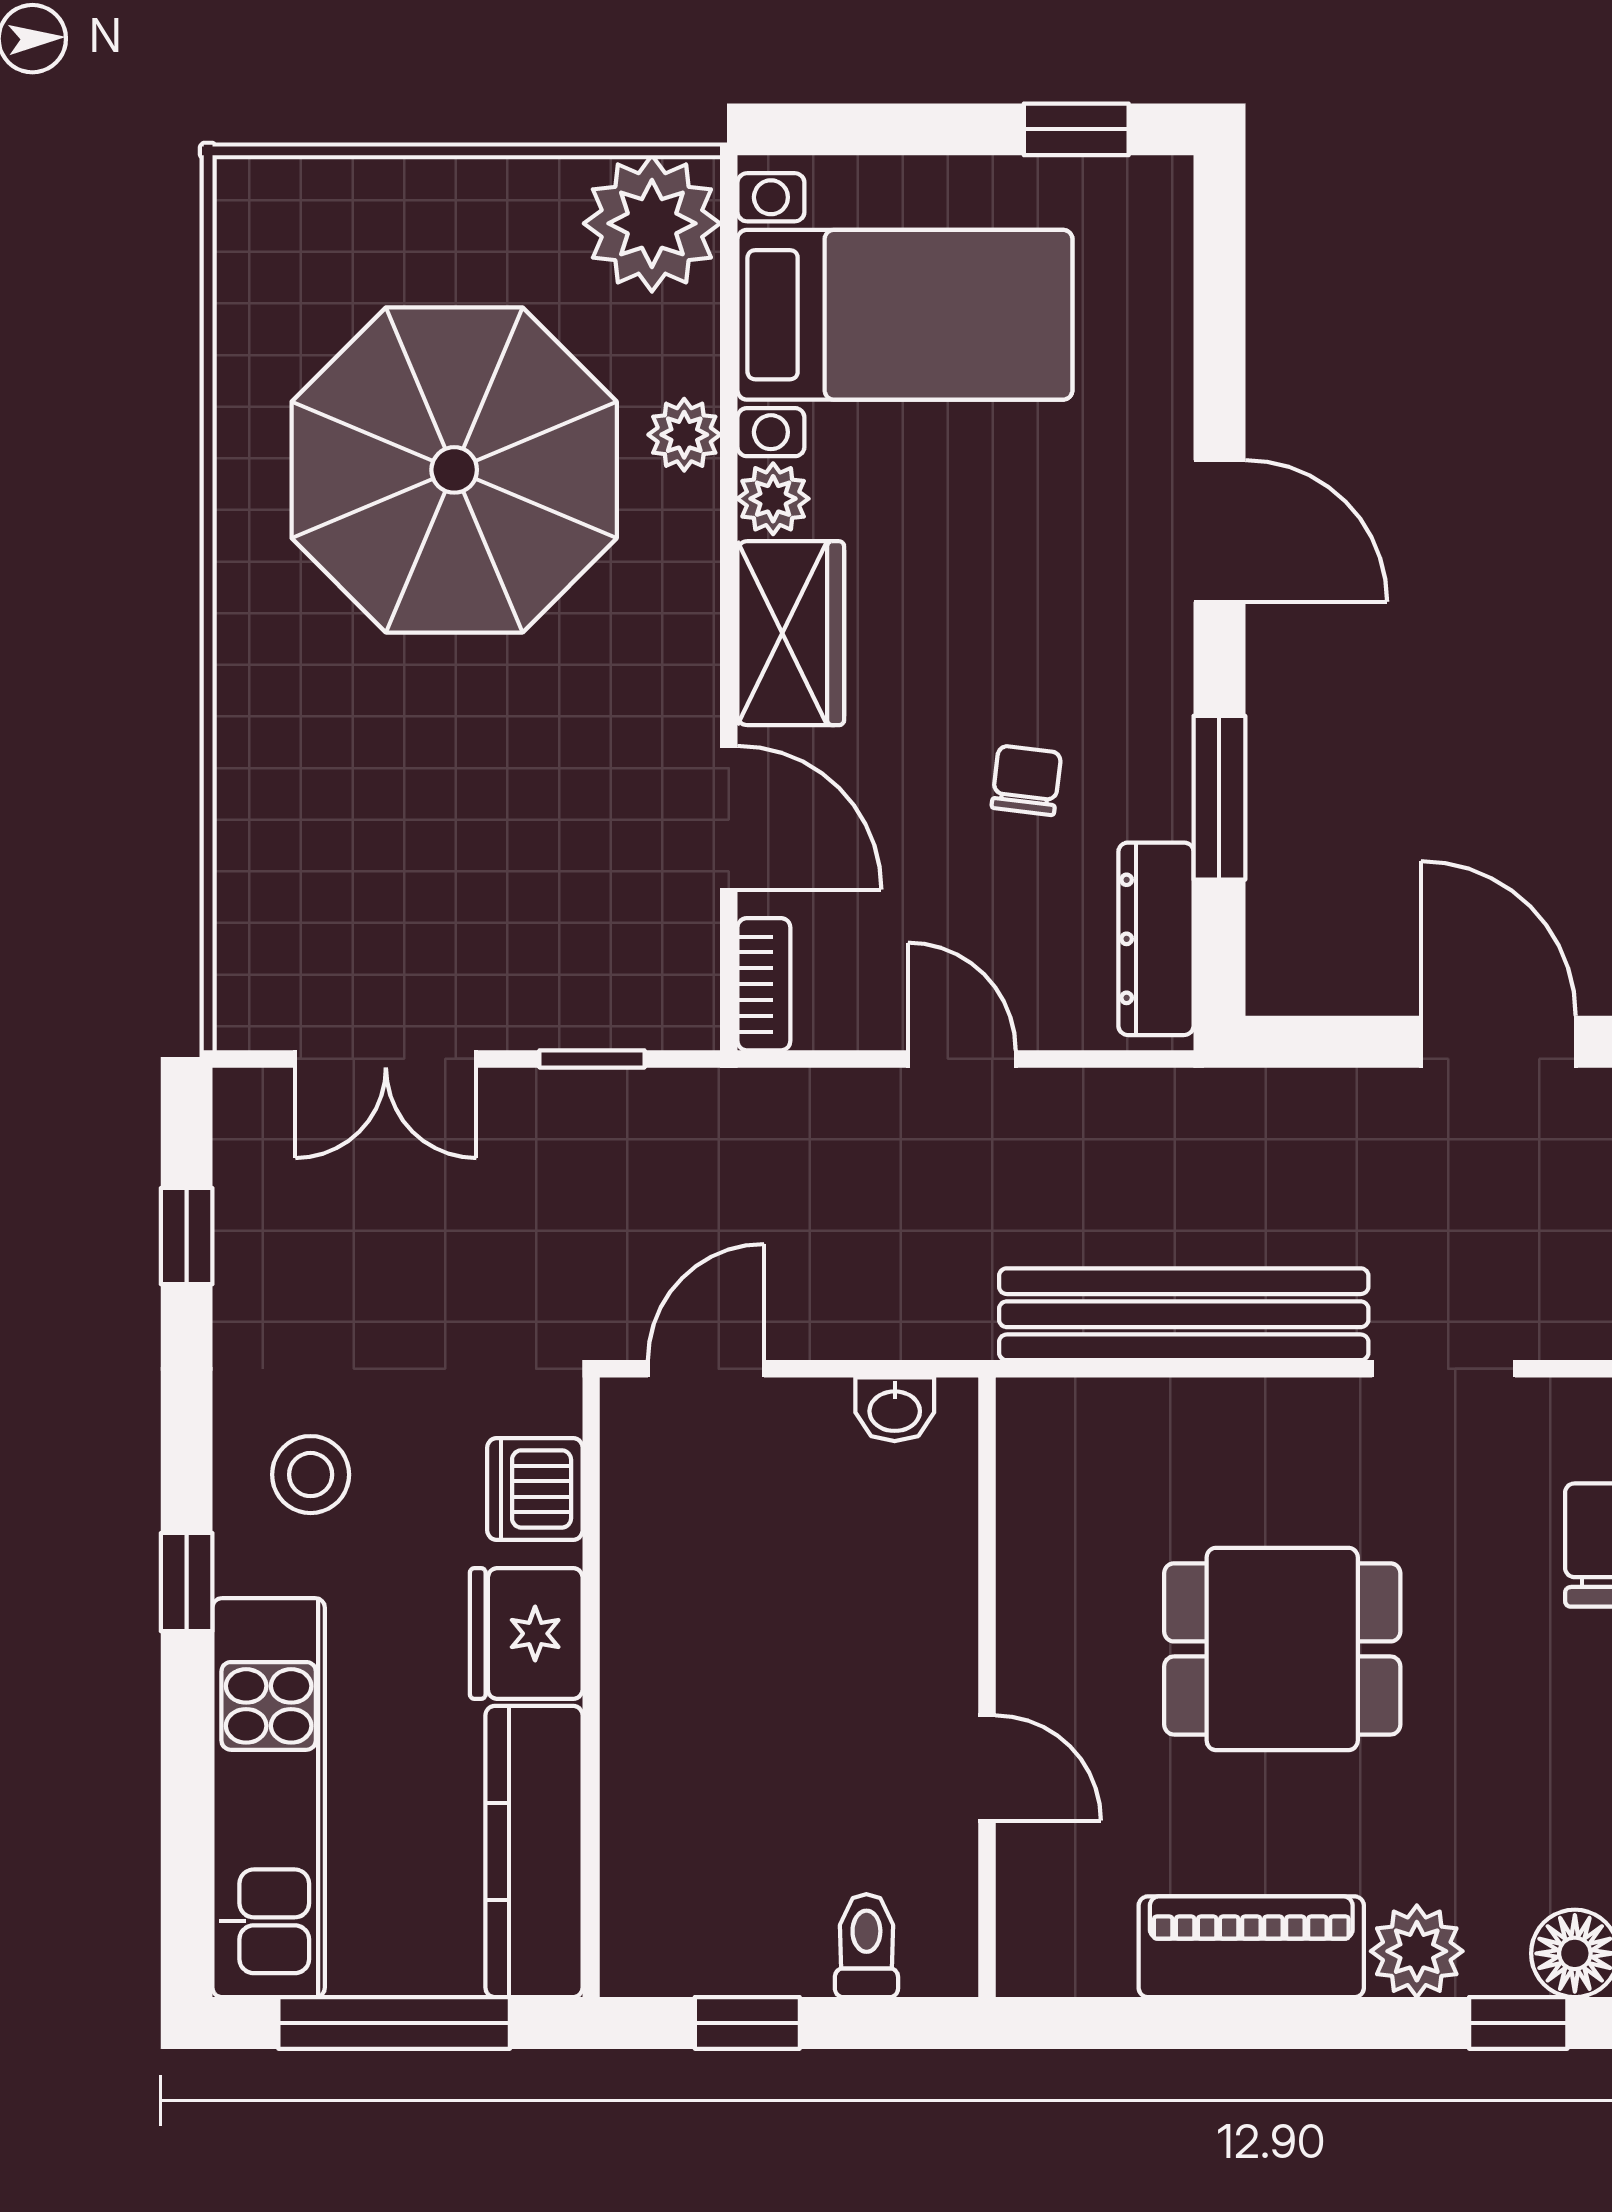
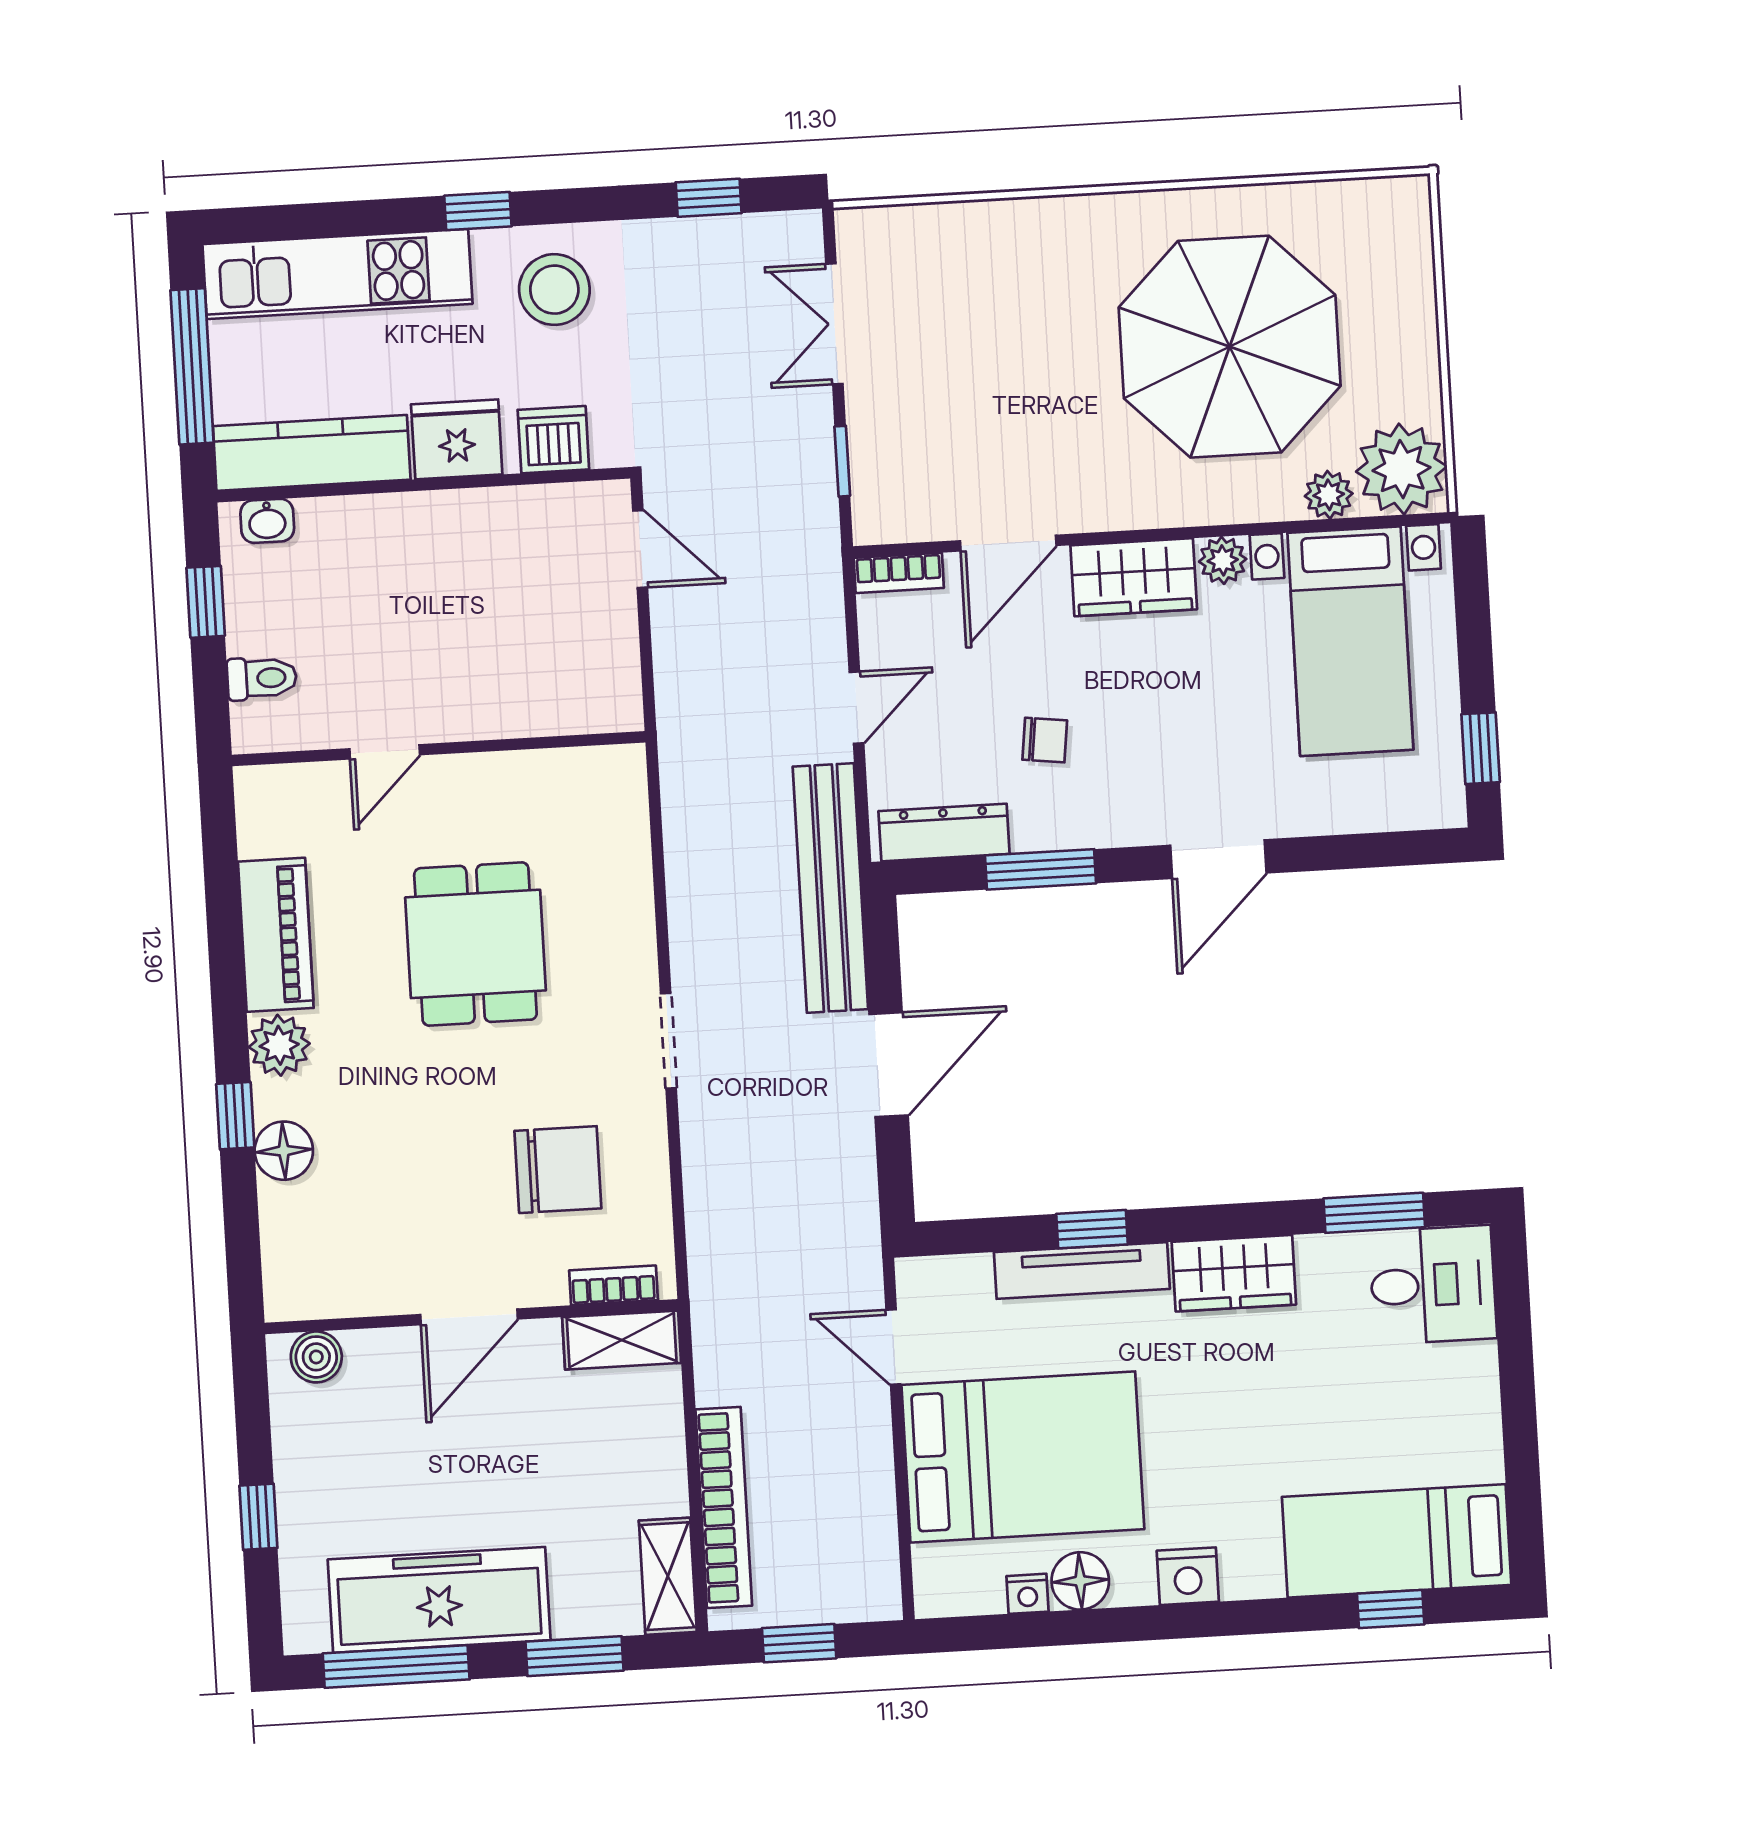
plant: (684, 435) -> (1329, 495), moved
bench: (1184, 1314) -> (830, 888), moved
washbasin: (895, 1409) -> (267, 521), moved, turned -90
stool: (311, 1475) -> (554, 290), width x1.38, depth x1.38

